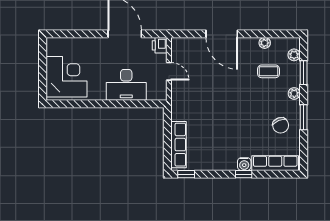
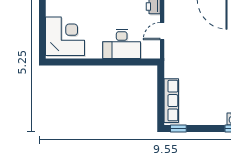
door: (169, 71) -> (162, 31), swing flipped

